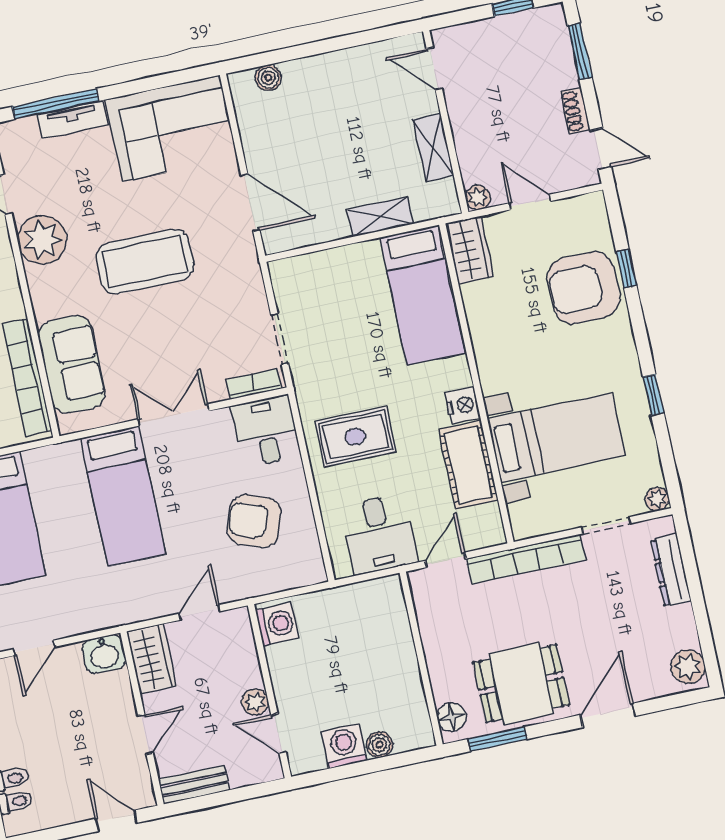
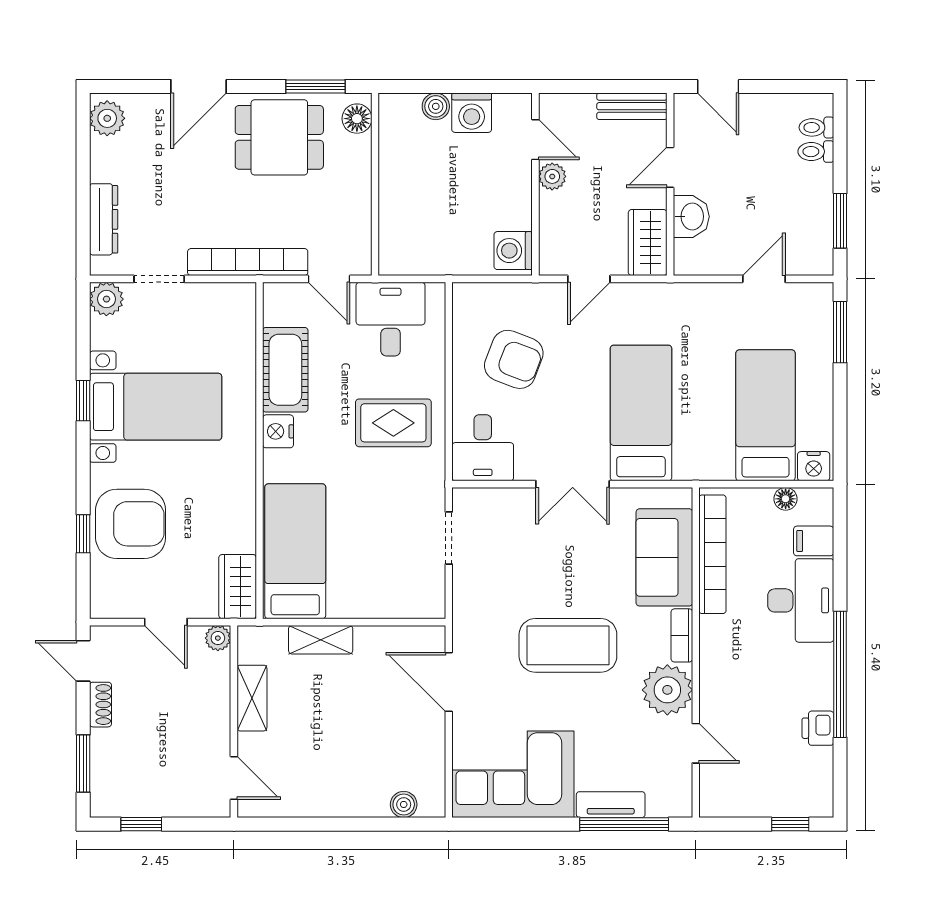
bookcase: (254, 384) -> (682, 635), moved, turned 90
bed with nightstands: (556, 437) -> (156, 407), moved, turned 180
plant: (657, 499) -> (106, 299), width x1.38, depth x1.38
door: (445, 560) -> (329, 279), hinge flipped
washbasin: (104, 654) -> (691, 217), moved, turned 90

